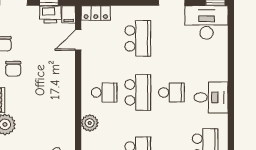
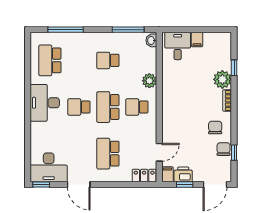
desk: (211, 97) -> (45, 103), width x1.37

